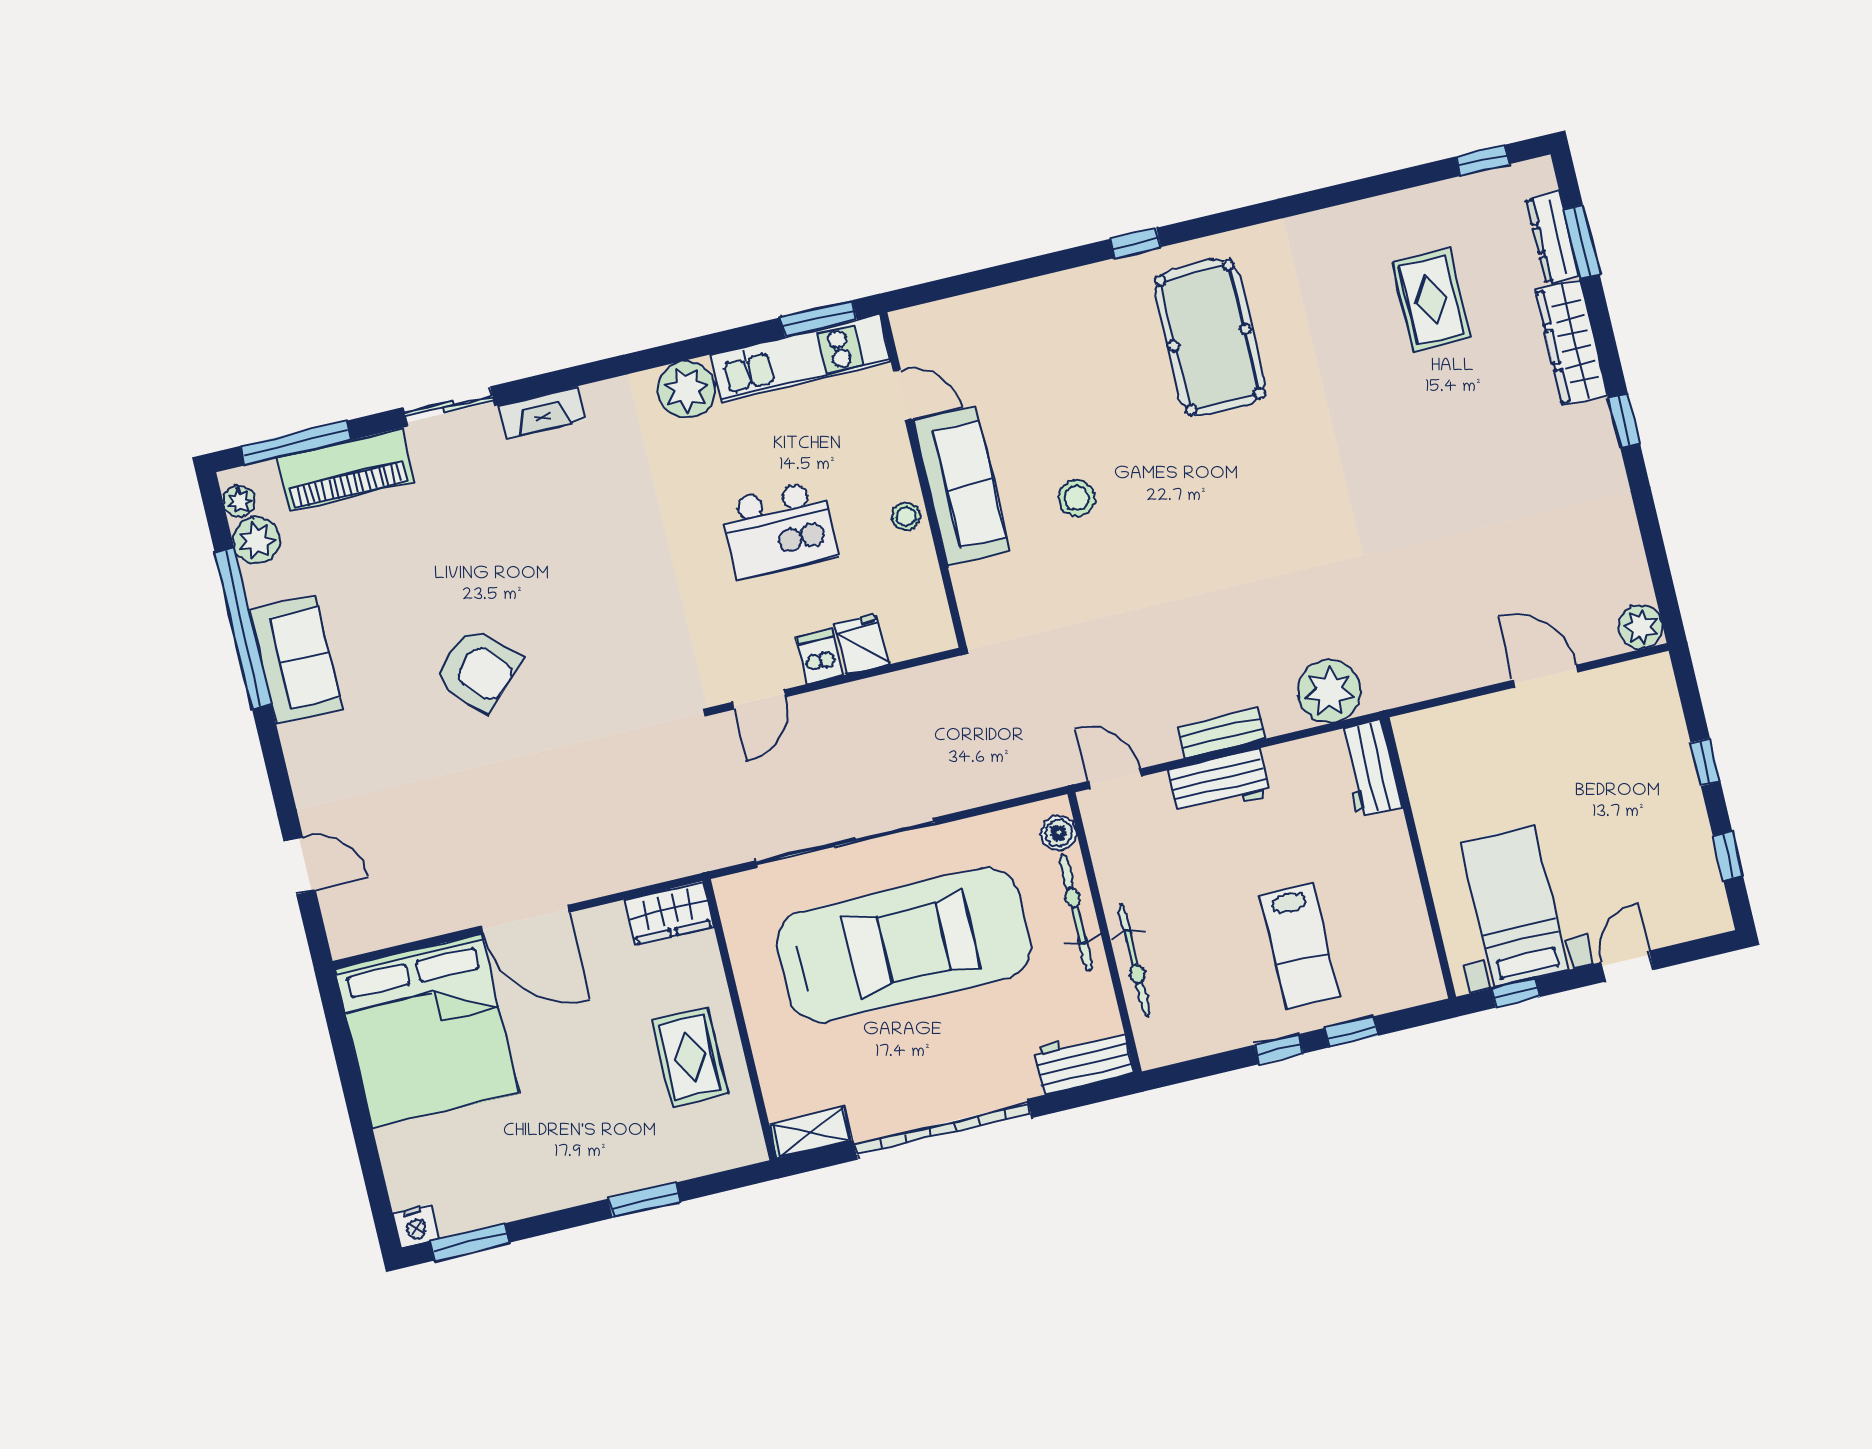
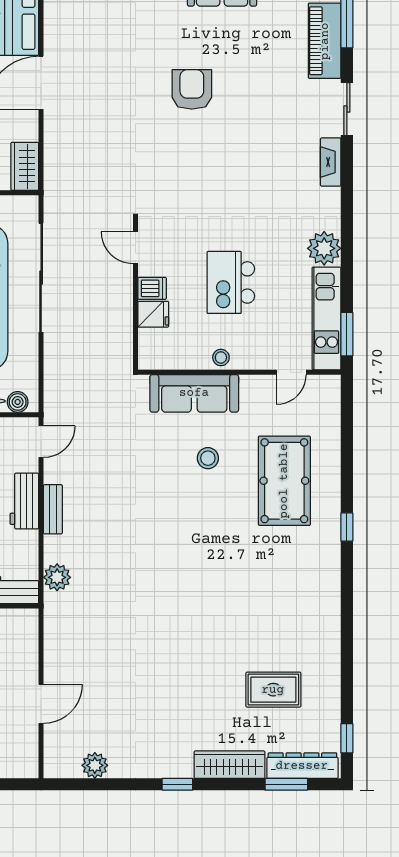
dresser: (1552, 237) -> (302, 766), width x1.37, depth x1.24
pool table: (1210, 337) -> (284, 481), moved, turned 90
sofa: (961, 486) -> (194, 393), moved
plant: (1640, 627) -> (95, 765), moved
armchair: (477, 669) -> (192, 89), turned 135
plant: (1329, 691) -> (57, 577), width x0.73, depth x0.73

